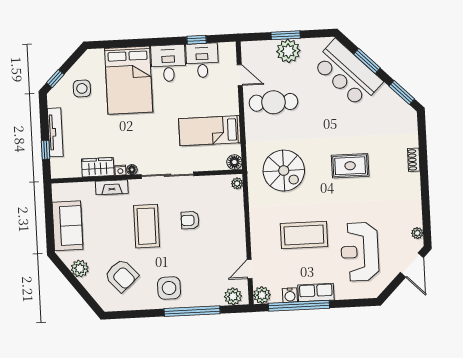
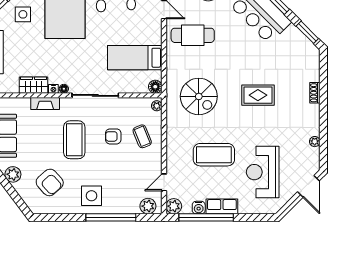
coffee table: (223, 218) -> (142, 136), added
plant: (417, 233) -> (315, 142), moved

